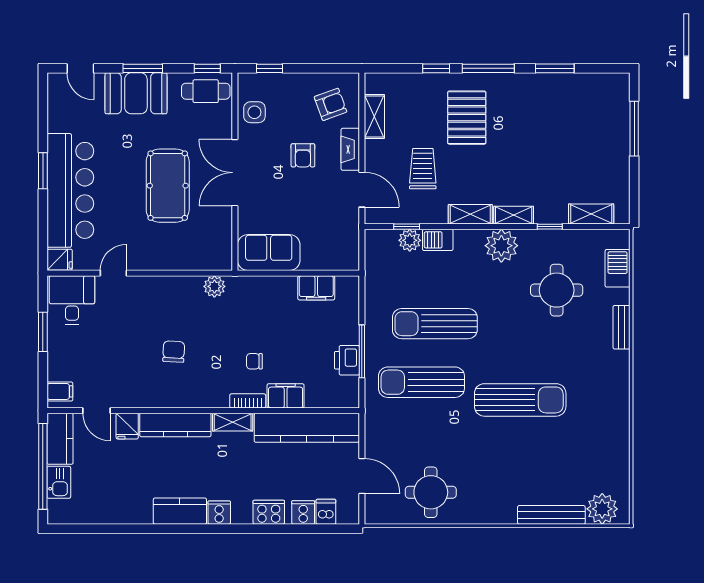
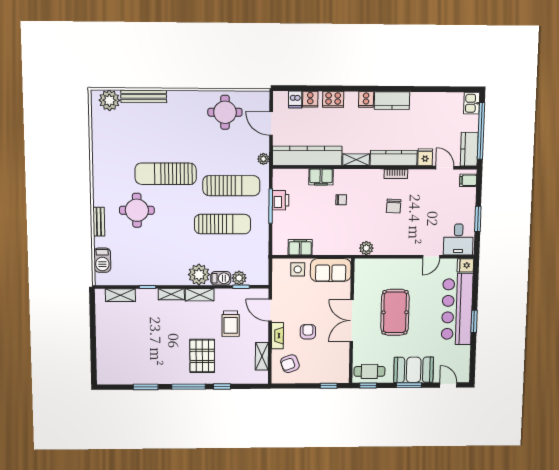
side table: (254, 112) -> (298, 269), moved
window: (634, 129) -> (93, 350), removed
double door: (235, 173) -> (352, 321), swing flipped
plant: (501, 246) -> (199, 275), moved
round table: (557, 290) -> (137, 210), moved
bookcase: (248, 401) -> (396, 174), moved
plant: (373, 423) -> (263, 159), added
kitchen sink: (59, 482) -> (472, 103), moved

